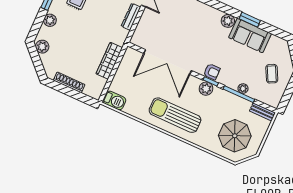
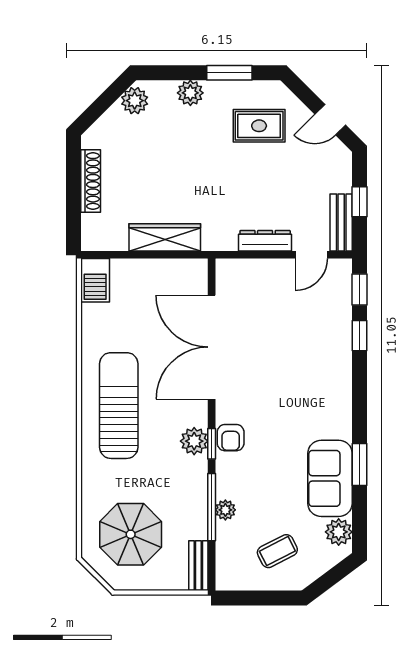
plant: (228, 21) -> (339, 532), moved

